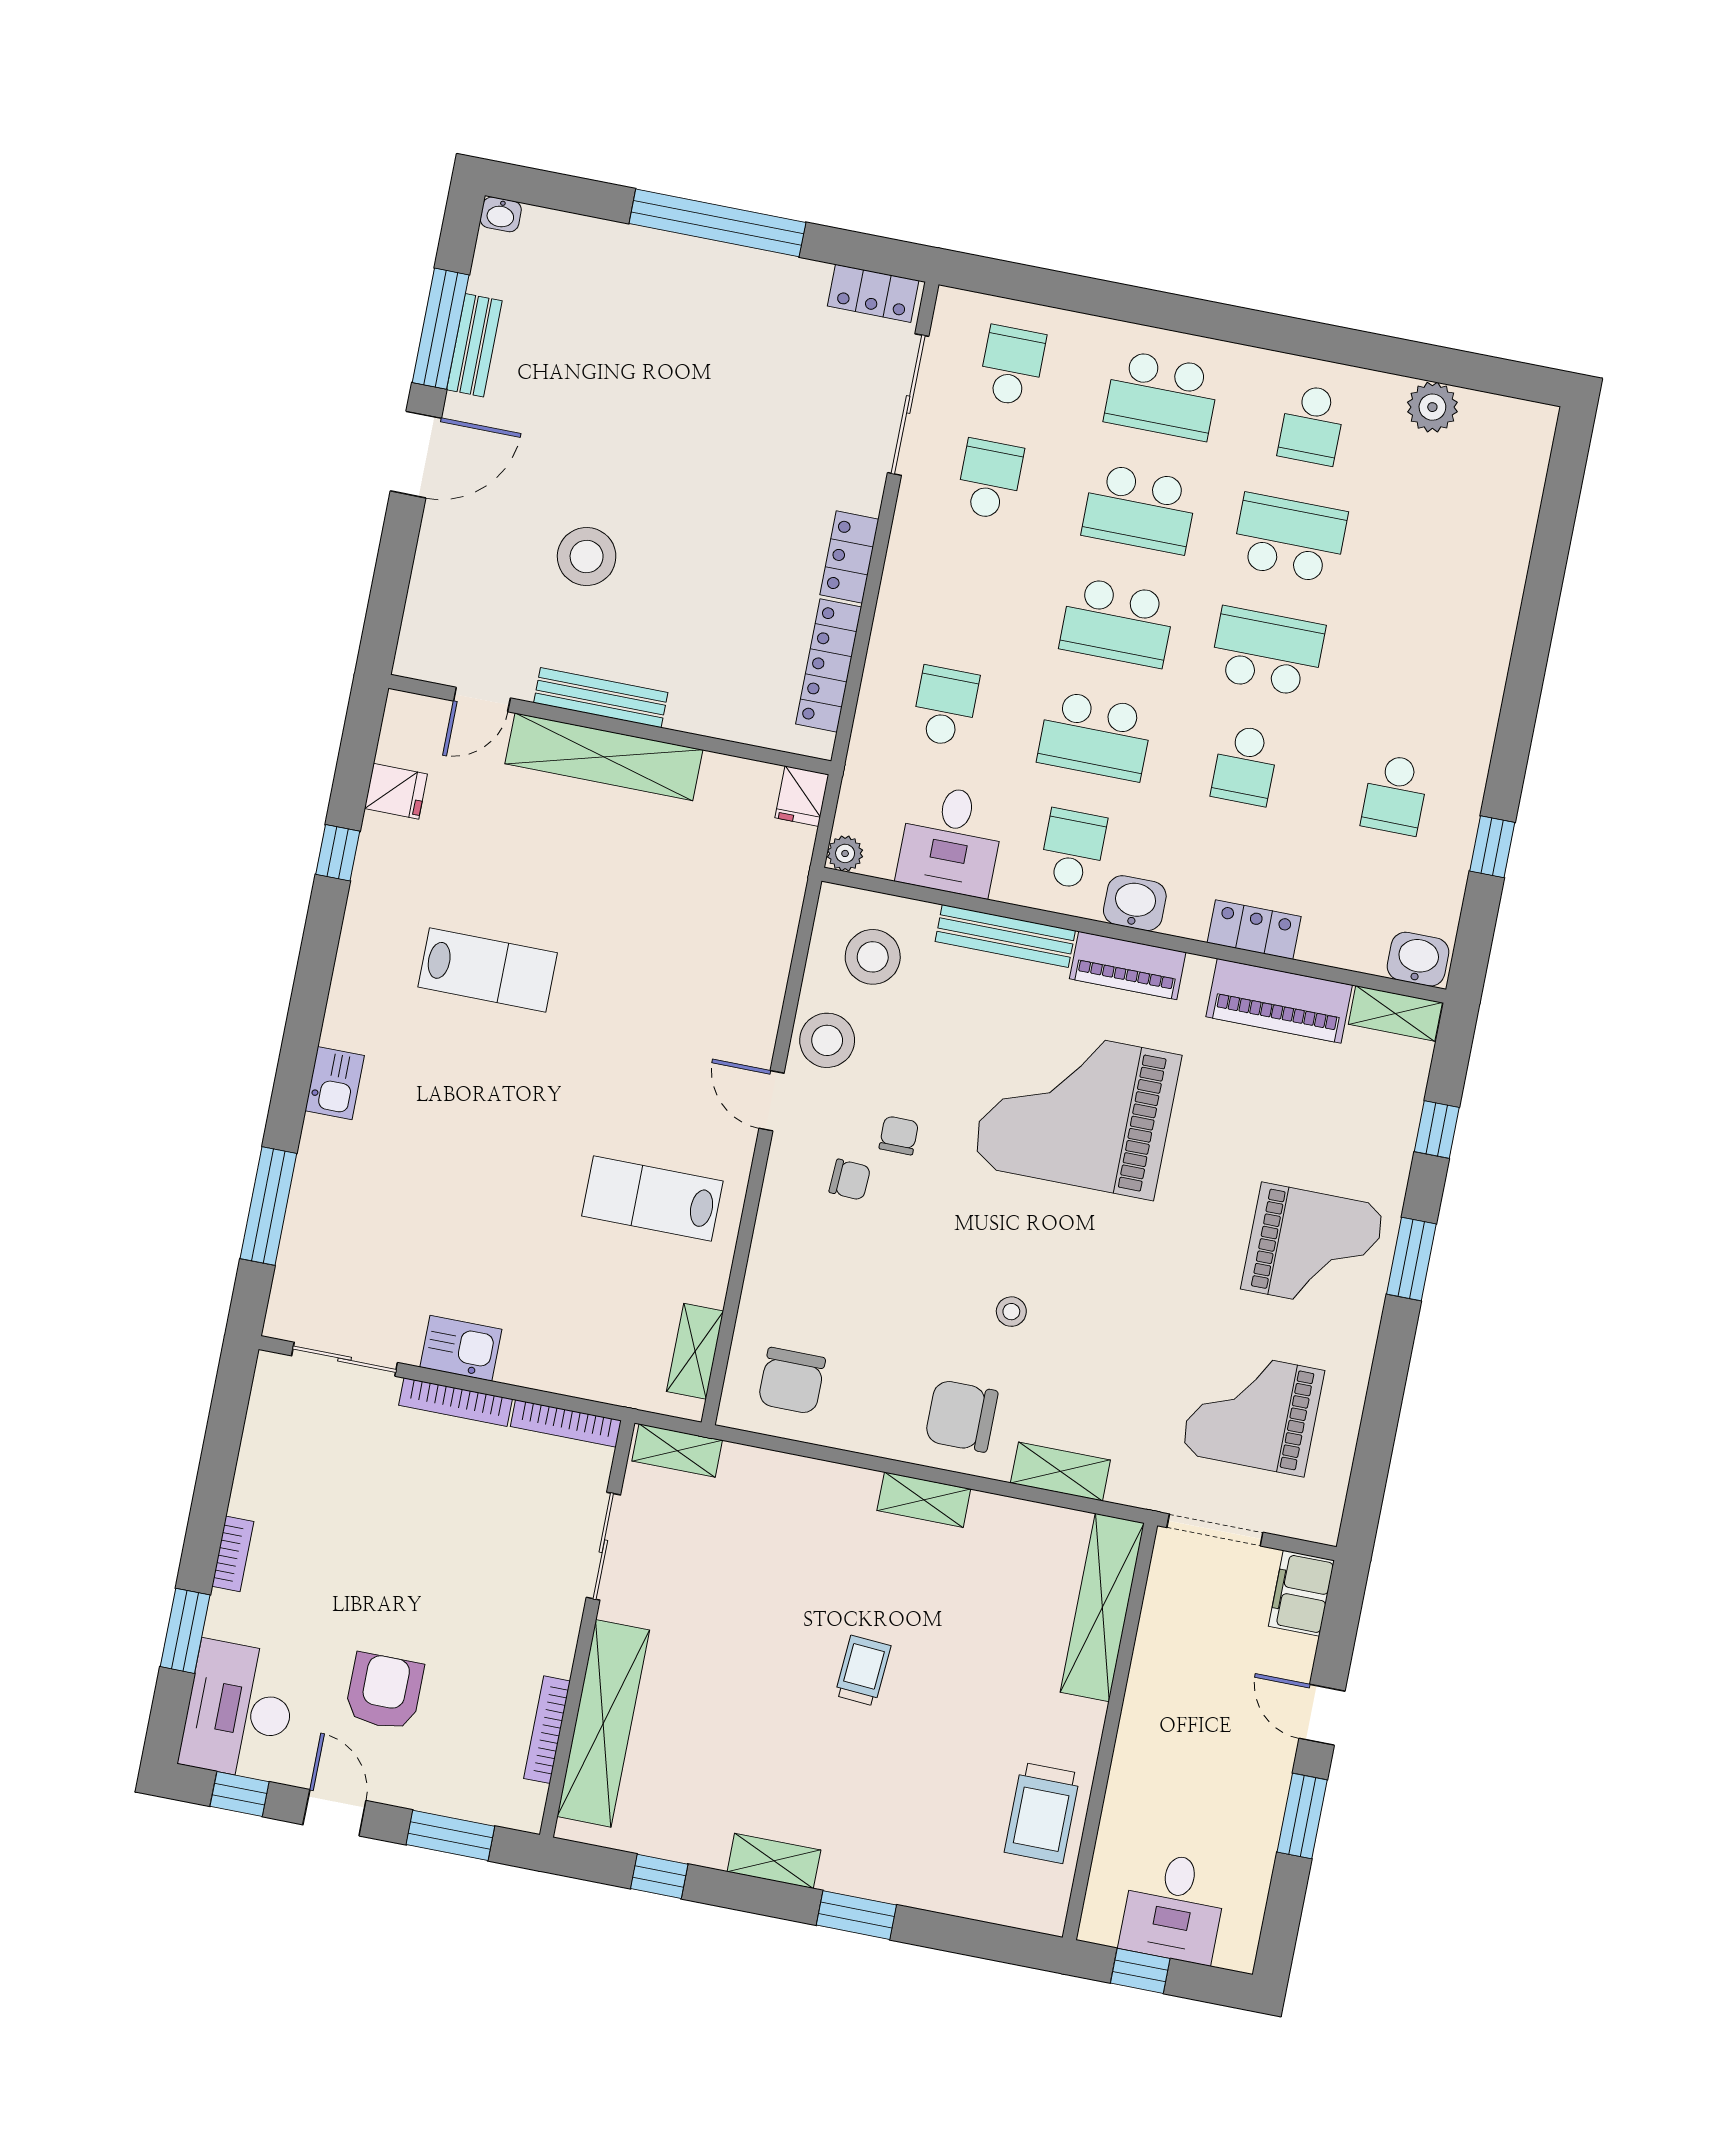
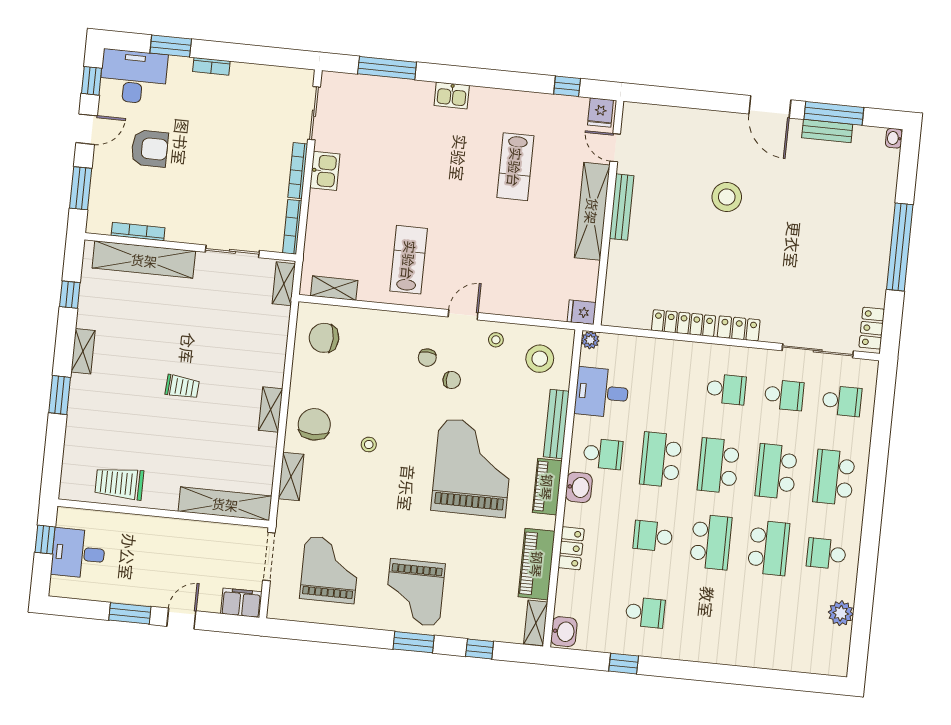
bench: (601, 698) -> (622, 207), moved
door: (482, 700) -> (615, 148), moved
school desk: (945, 706) -> (726, 389), moved
wall: (610, 725) -> (609, 213), moved
shelving: (604, 757) -> (592, 211), moved
school desk: (1395, 795) -> (645, 612), turned 180
fridge: (802, 796) -> (582, 312), moved
stool: (827, 1040) -> (496, 340), width x0.53, depth x0.53

